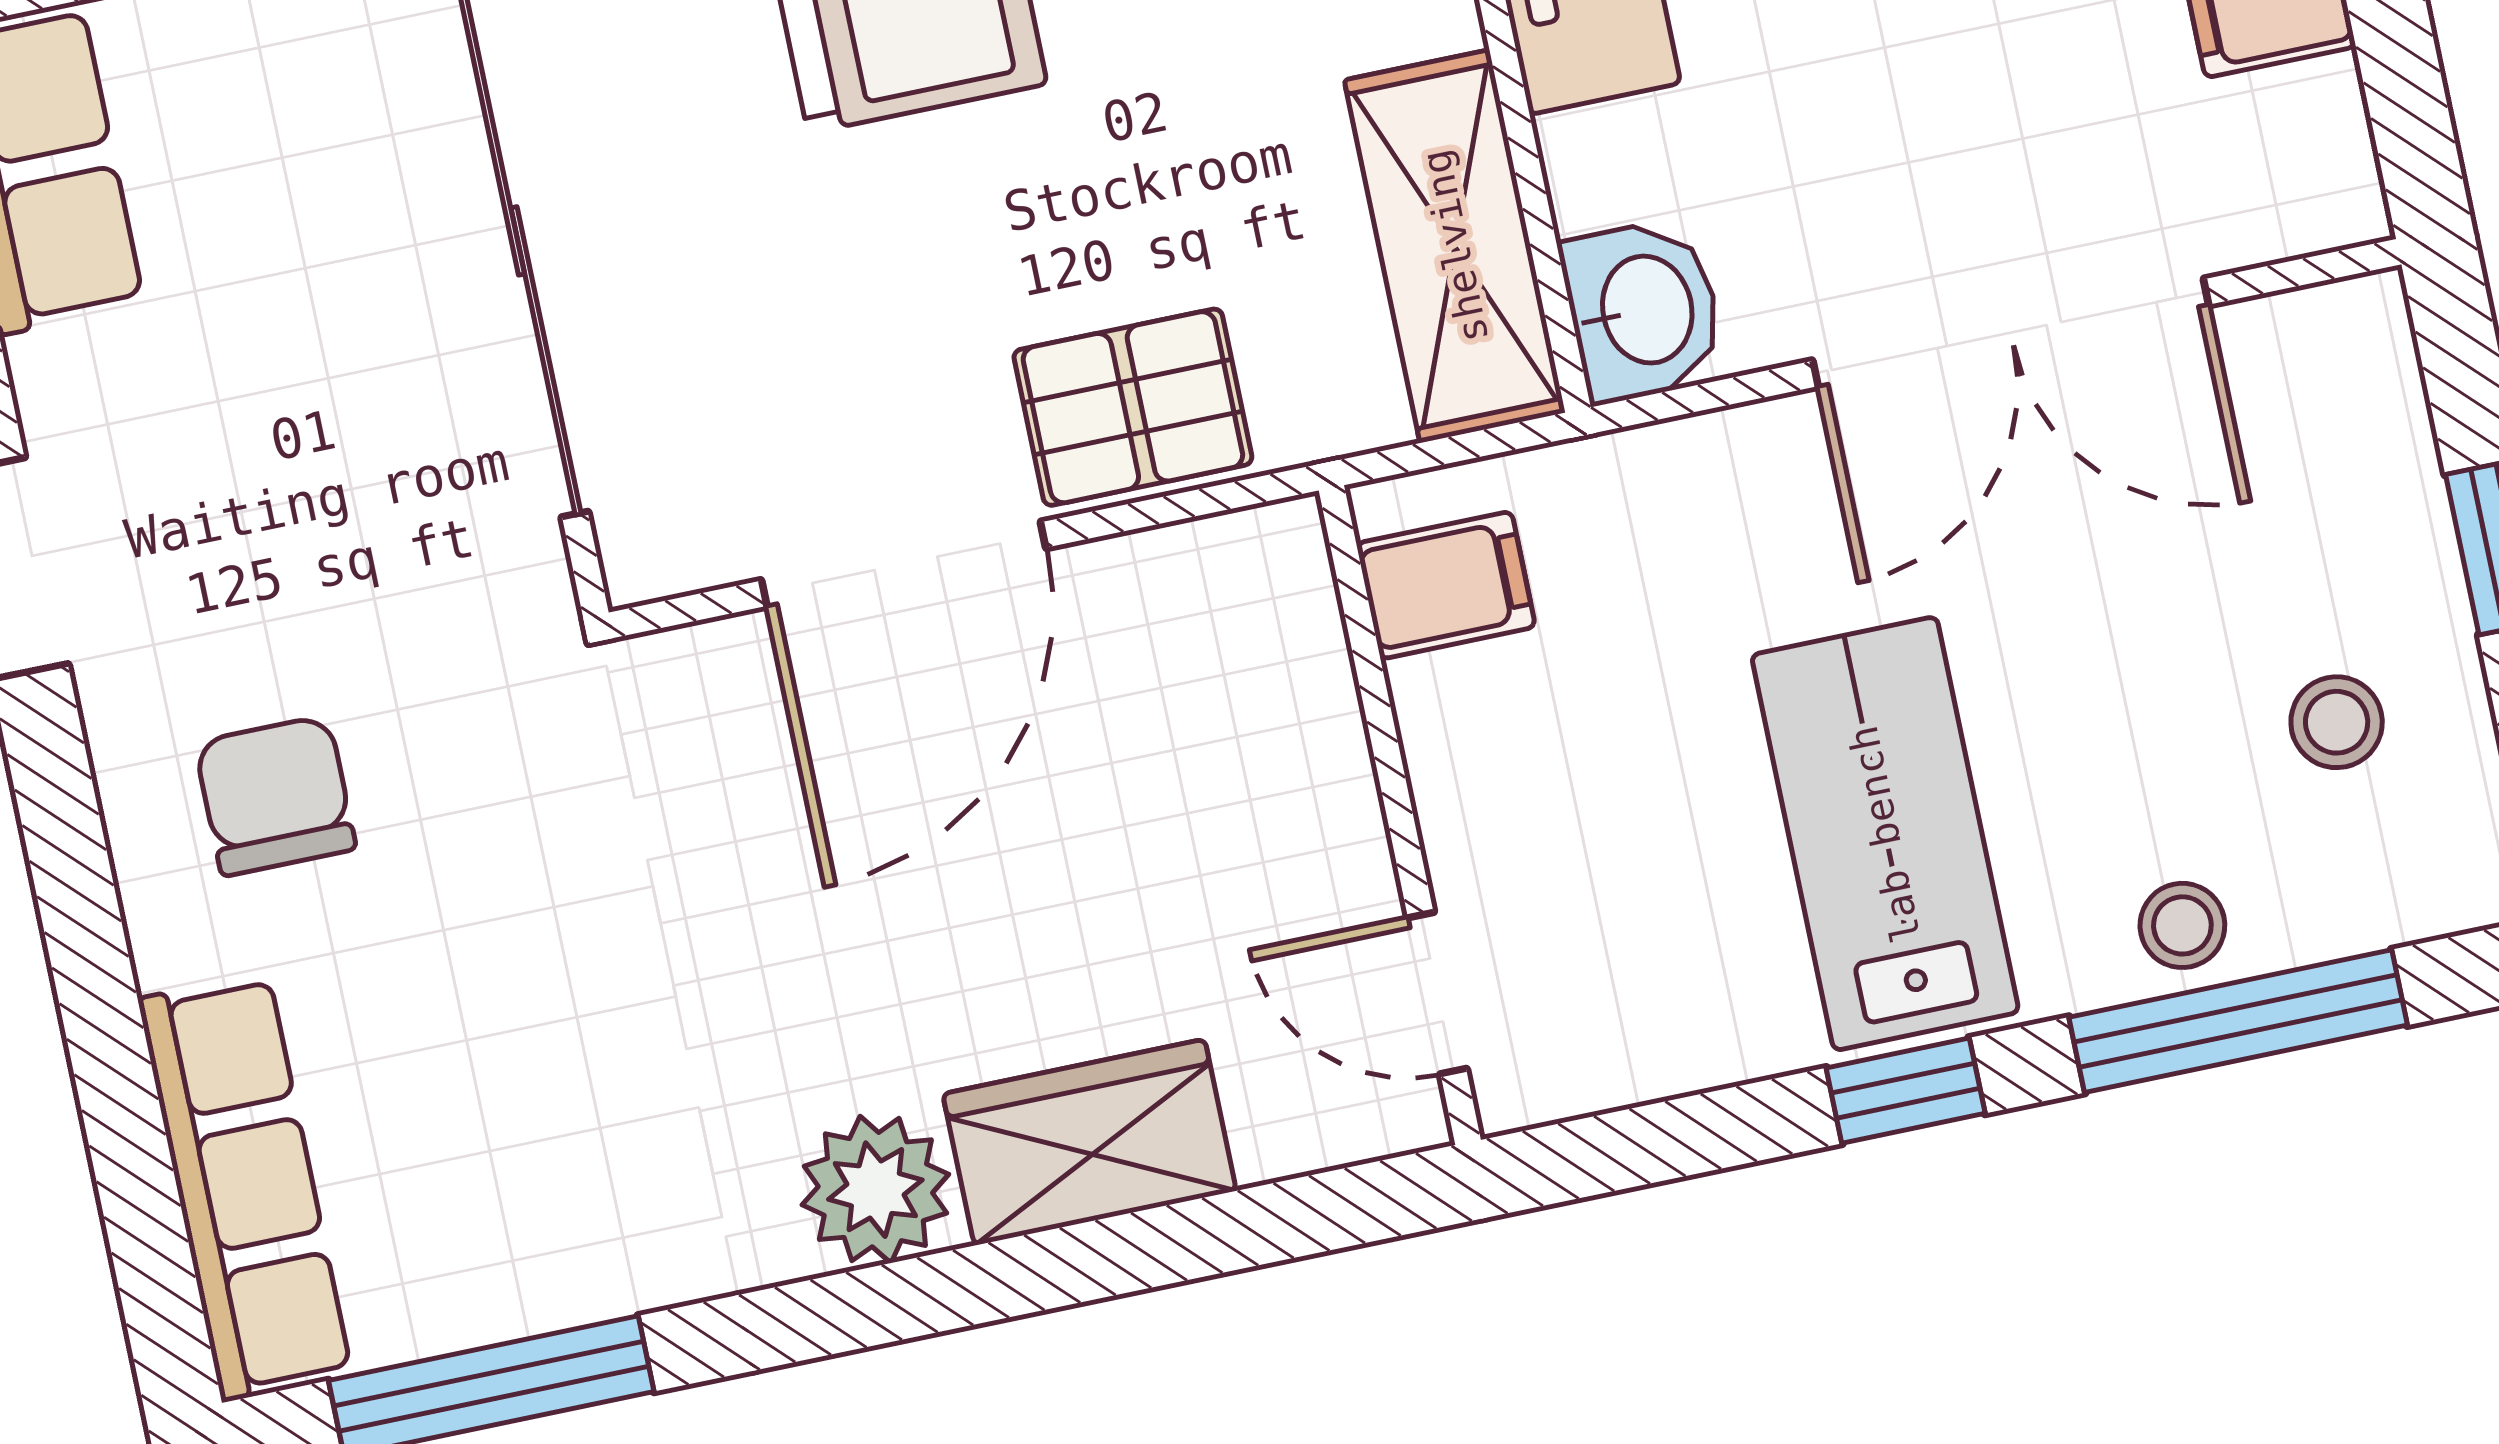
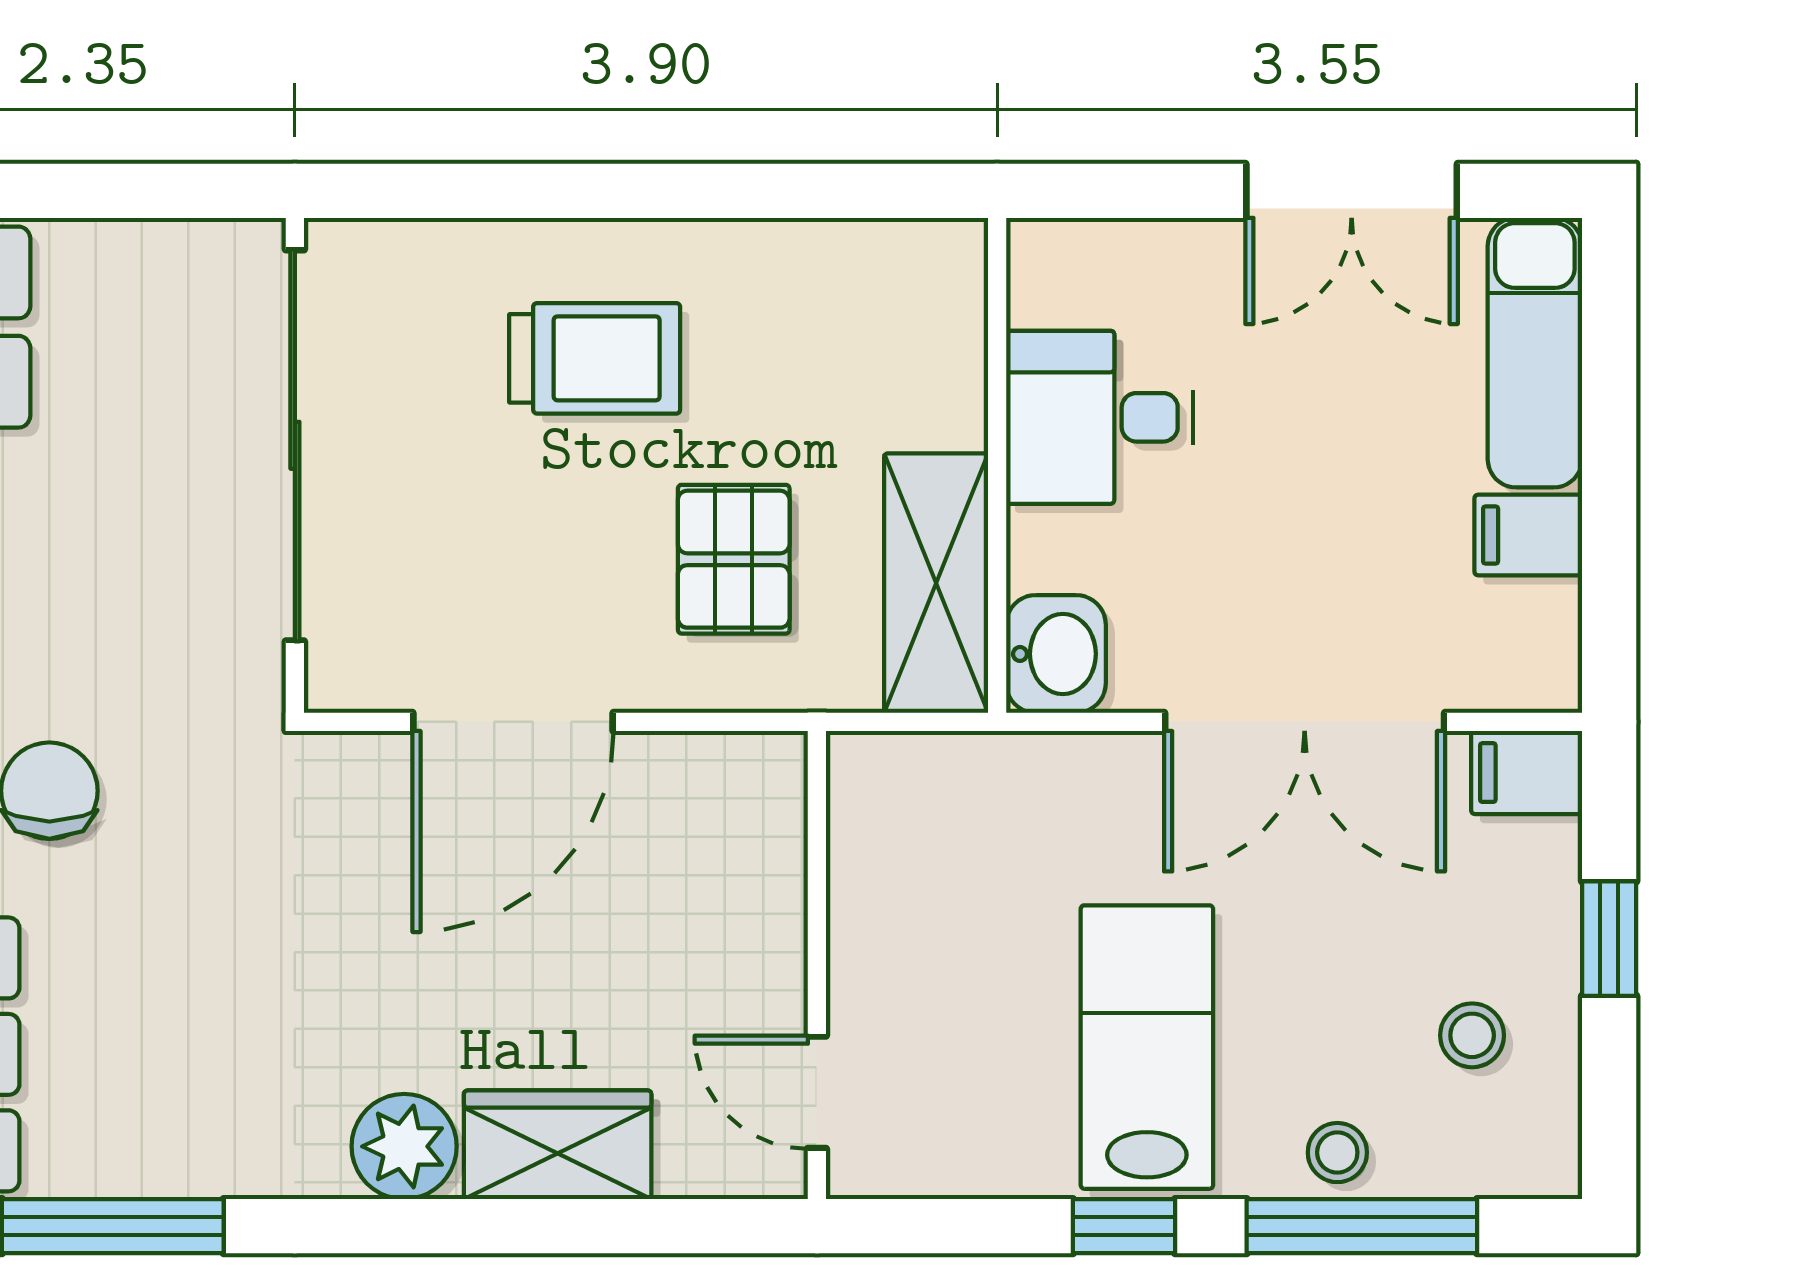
pallet: (1133, 407) -> (734, 559), moved, turned 90
filing cabinet: (1446, 585) -> (1527, 773), moved, turned 180

